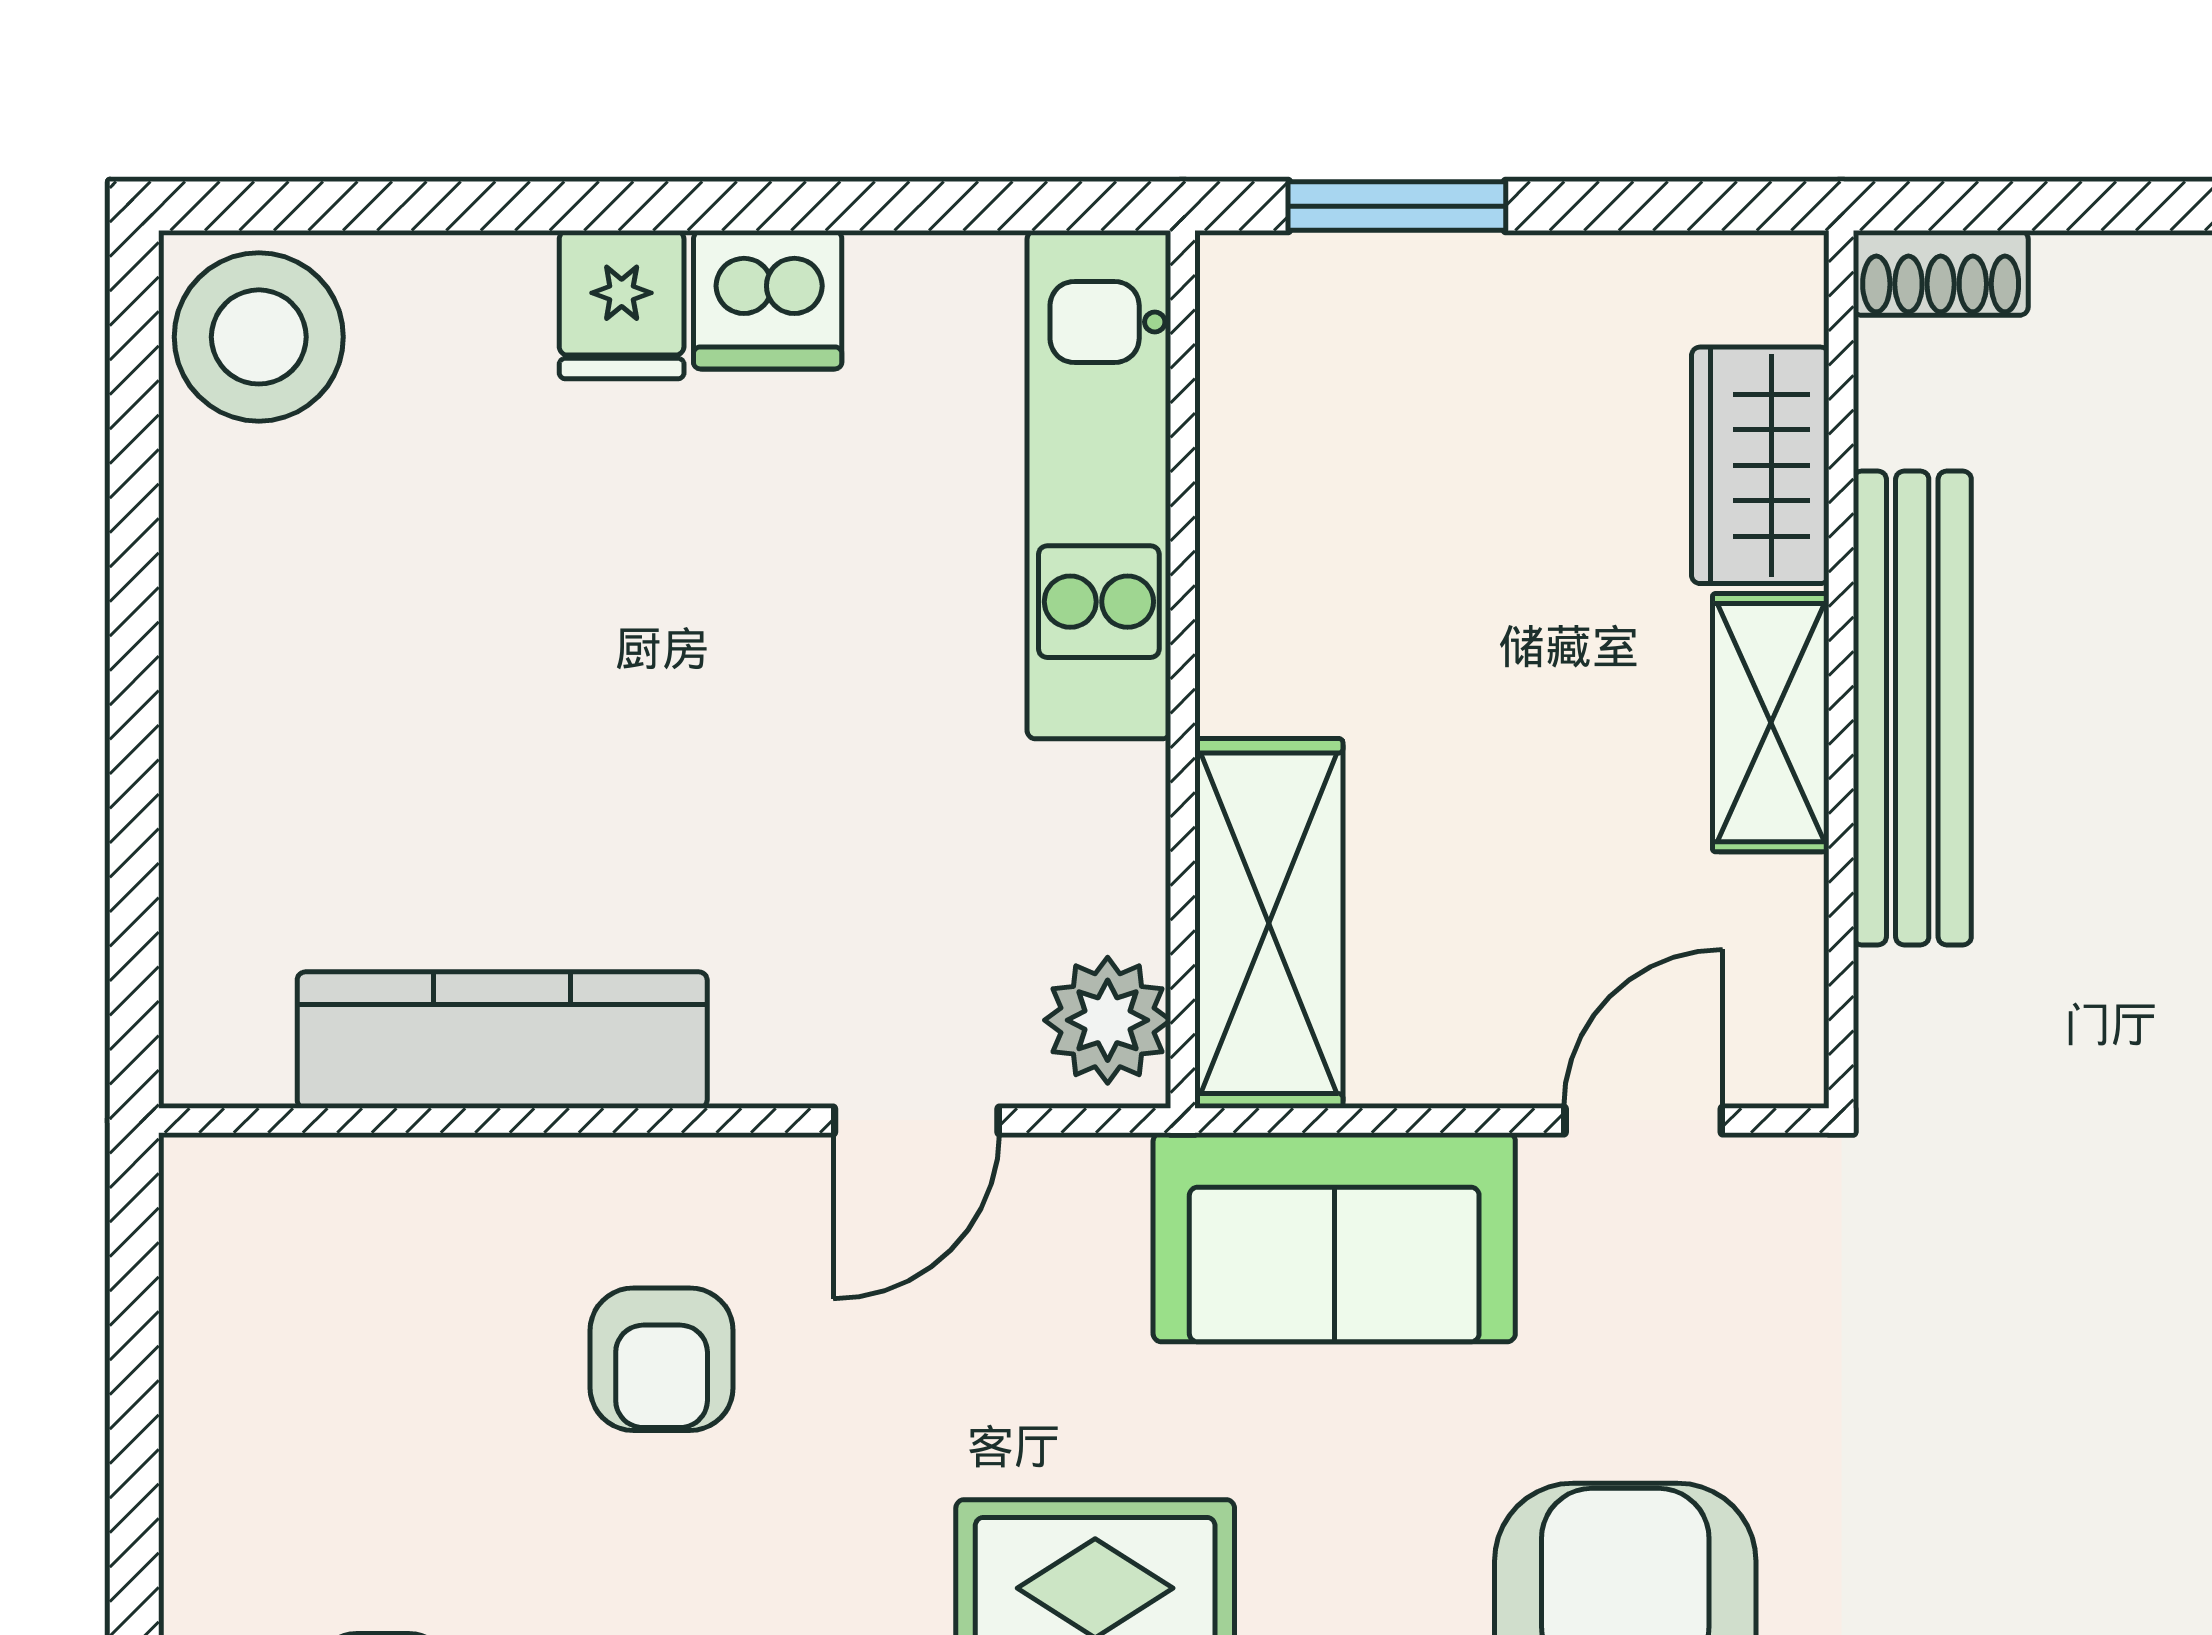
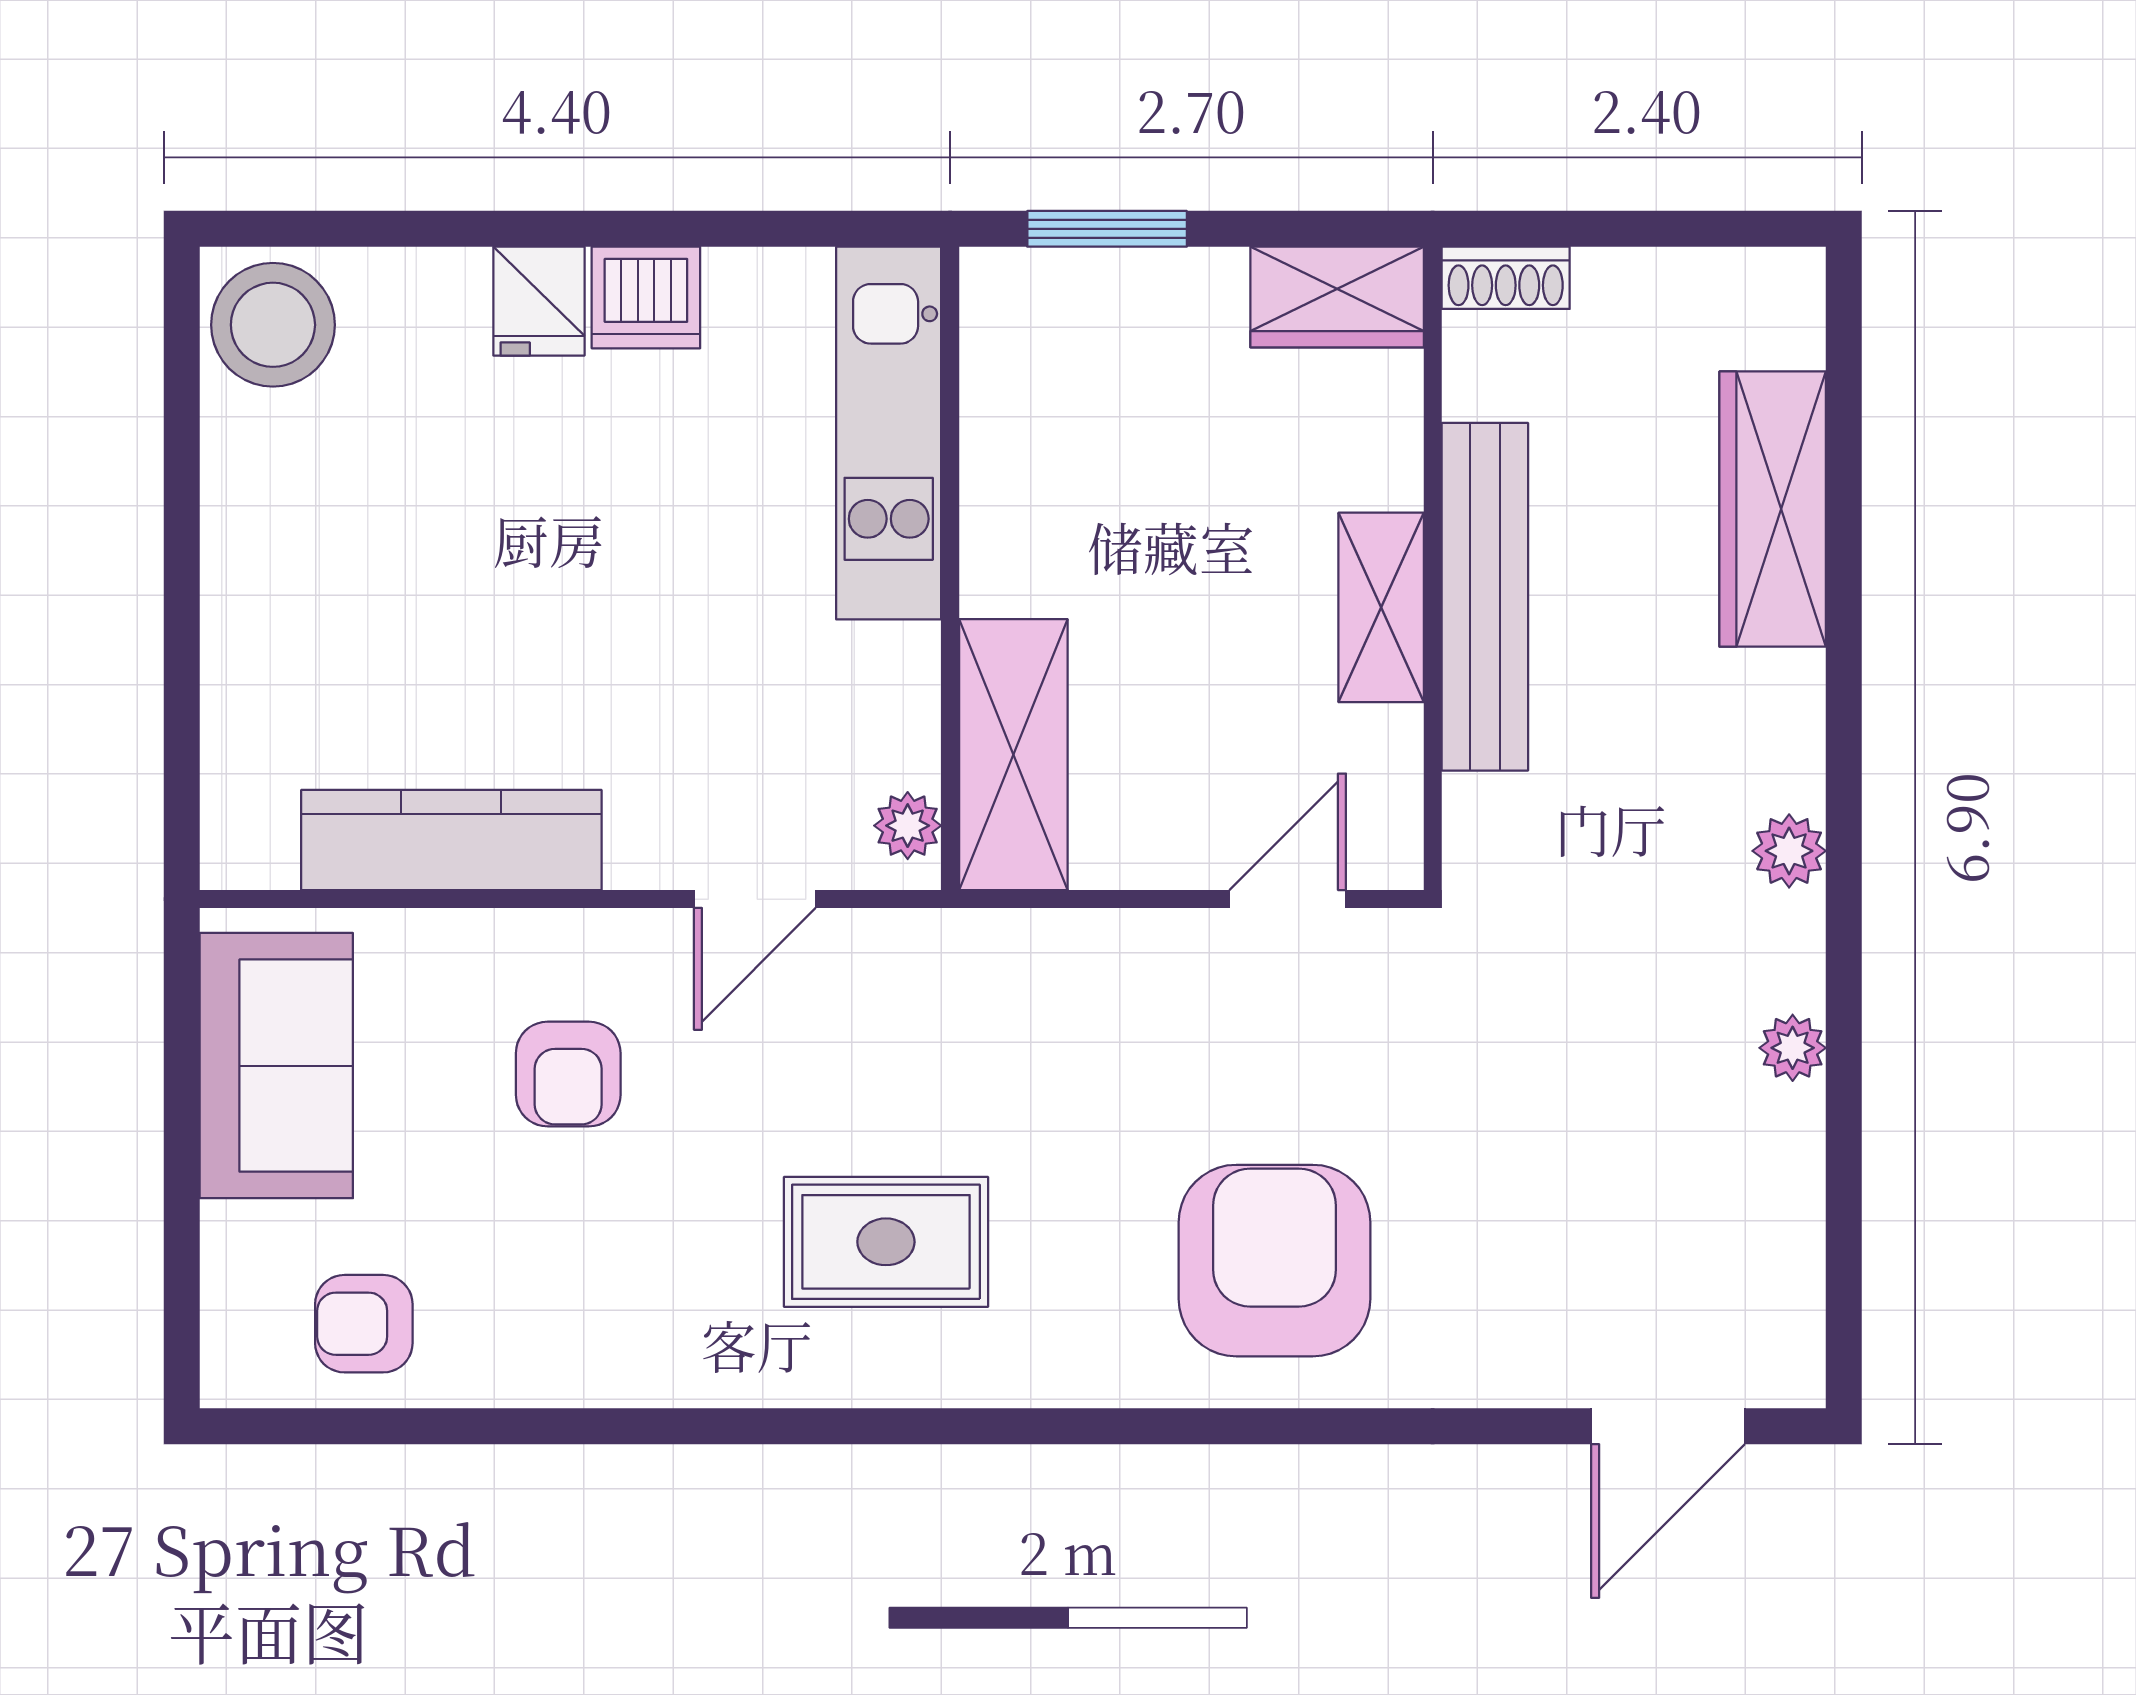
wardrobe: (1760, 465) -> (1337, 297), moved, turned -90
plant: (1108, 1020) -> (908, 826), width x0.73, depth x0.73
sofa: (1334, 1237) -> (276, 1066), moved, turned -90

